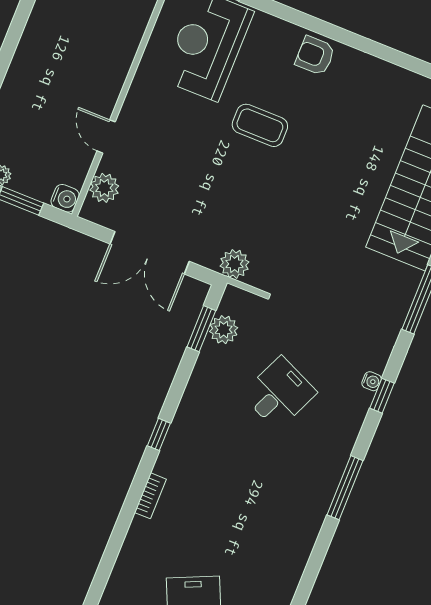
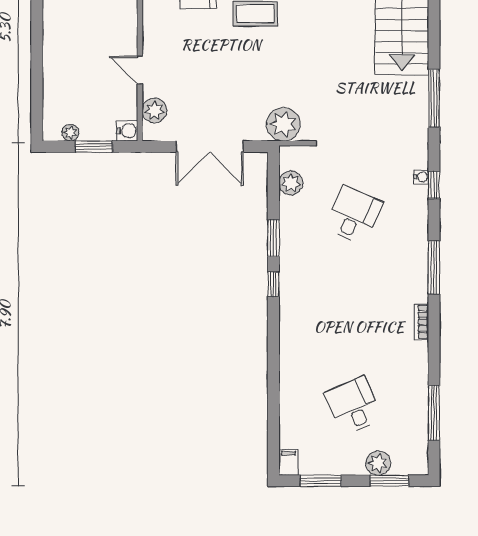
plant: (234, 264) -> (283, 124), width x1.36, depth x1.36
window: (201, 329) -> (273, 238), moved
bookcase: (150, 496) -> (421, 322), moved, turned 180

